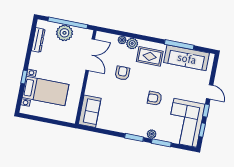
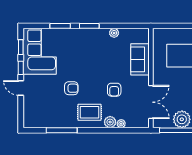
double door: (90, 55) -> (151, 102), swing flipped
sofa: (187, 58) -> (51, 118), removed
armchair: (155, 98) -> (71, 88), moved
sofa: (90, 111) -> (140, 59), moved
plant: (152, 134) -> (114, 33), moved

